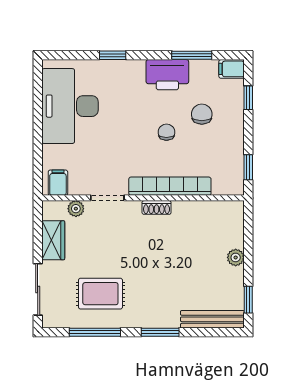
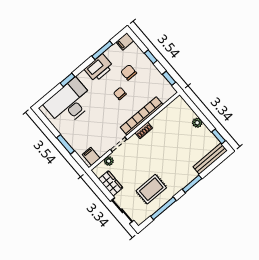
window: (248, 98) -> (151, 57), moved
desk: (70, 106) -> (69, 103), moved, turned 90
window: (38, 138) -> (65, 144), added

